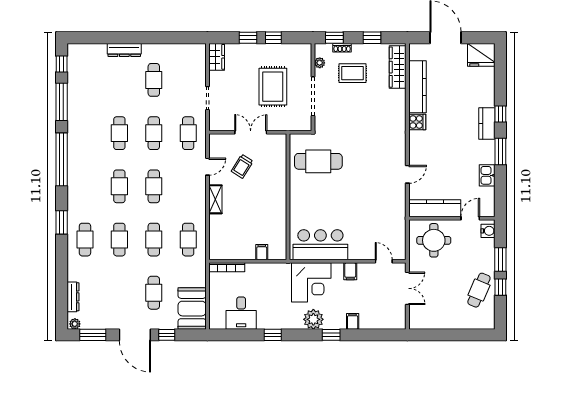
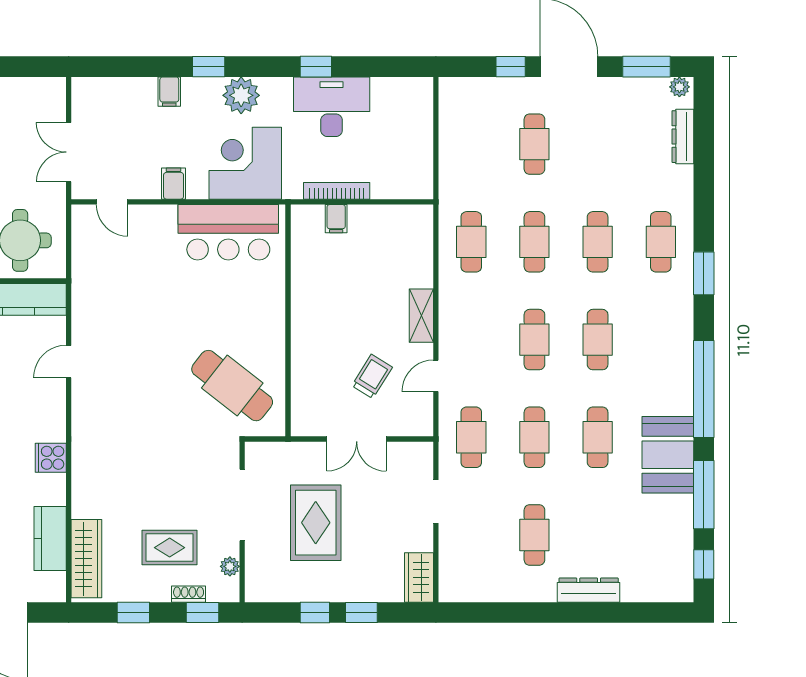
kitchen counter: (417, 87) -> (50, 539), width x0.67
cafe table: (318, 161) -> (232, 386), turned 38
bookcase: (227, 267) -> (337, 191), moved
booth: (192, 309) -> (668, 455), moved
desk: (241, 313) -> (332, 107), moved, width x1.37

